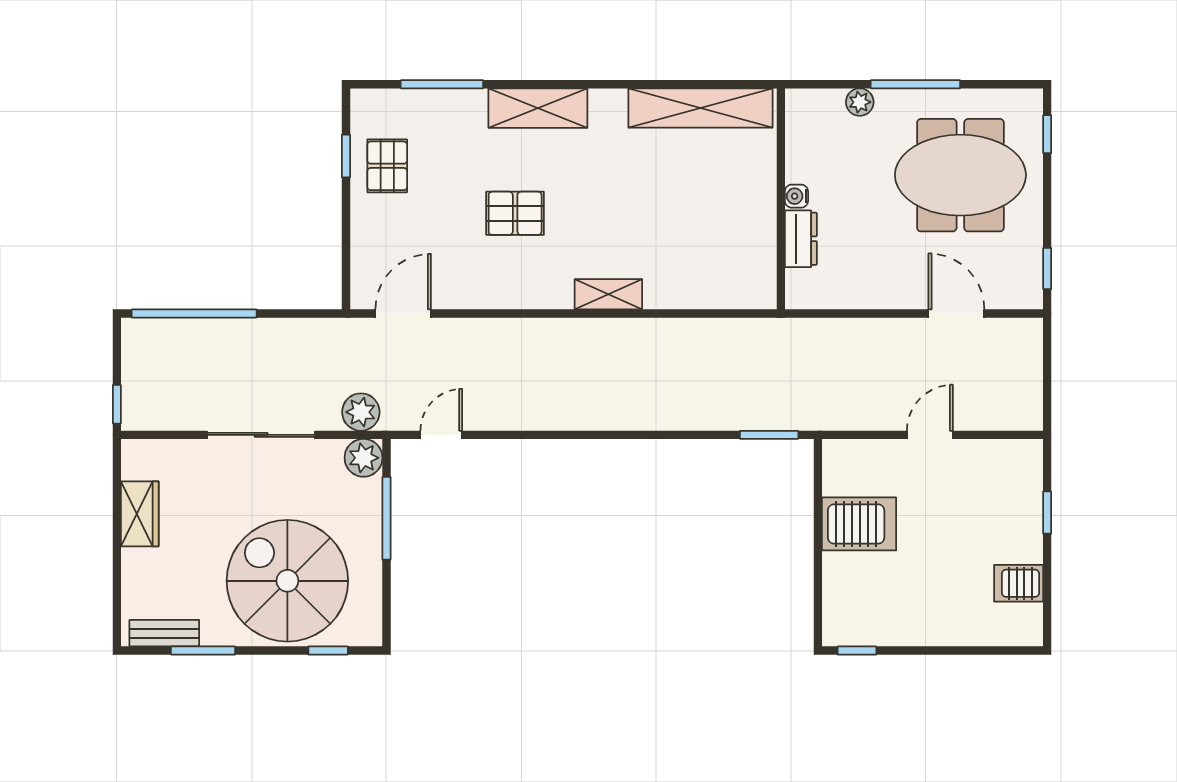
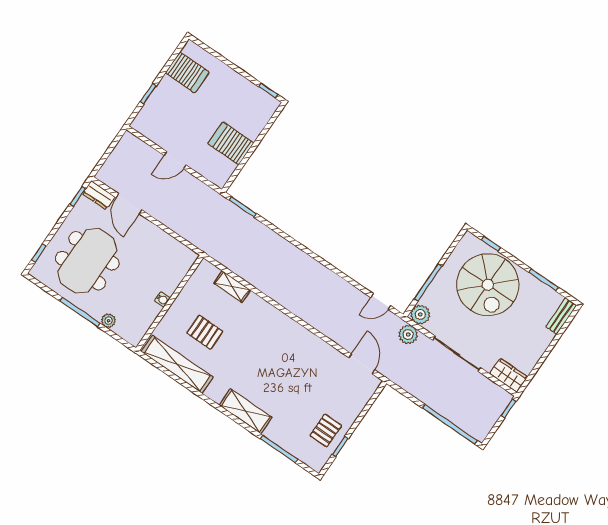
meeting table: (960, 175) -> (87, 261), turned 90
pallet: (515, 213) -> (205, 332), moved
dresser: (801, 239) -> (99, 195), moved, turned -90
shelving: (608, 294) -> (232, 287), moved
door: (403, 313) -> (362, 364), swing flipped
wardrobe: (140, 514) -> (509, 375), moved, turned 90
server rack: (1019, 583) -> (187, 72), width x1.36, depth x1.44
bench: (164, 633) -> (561, 316), moved, turned 90

